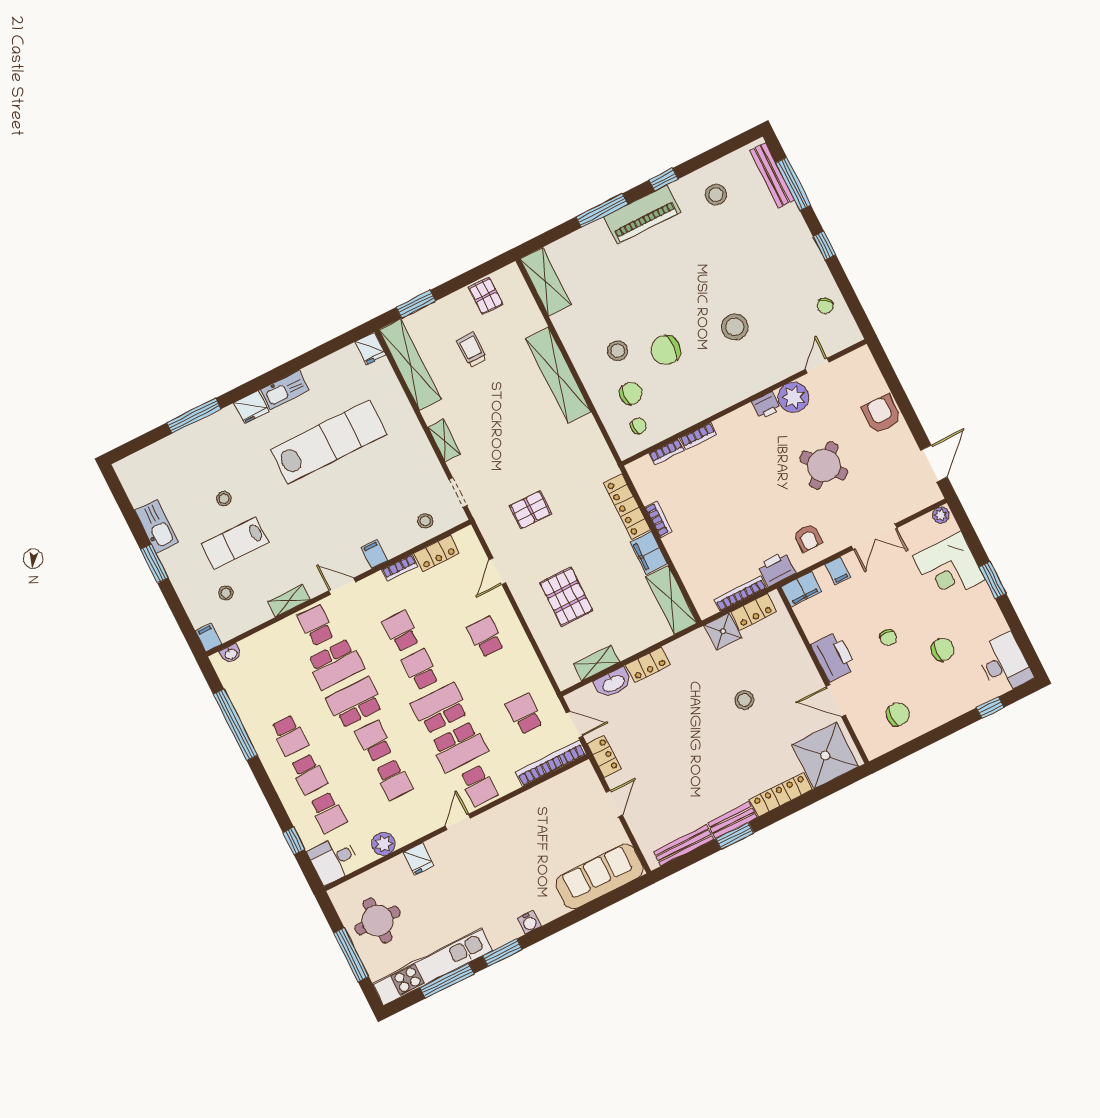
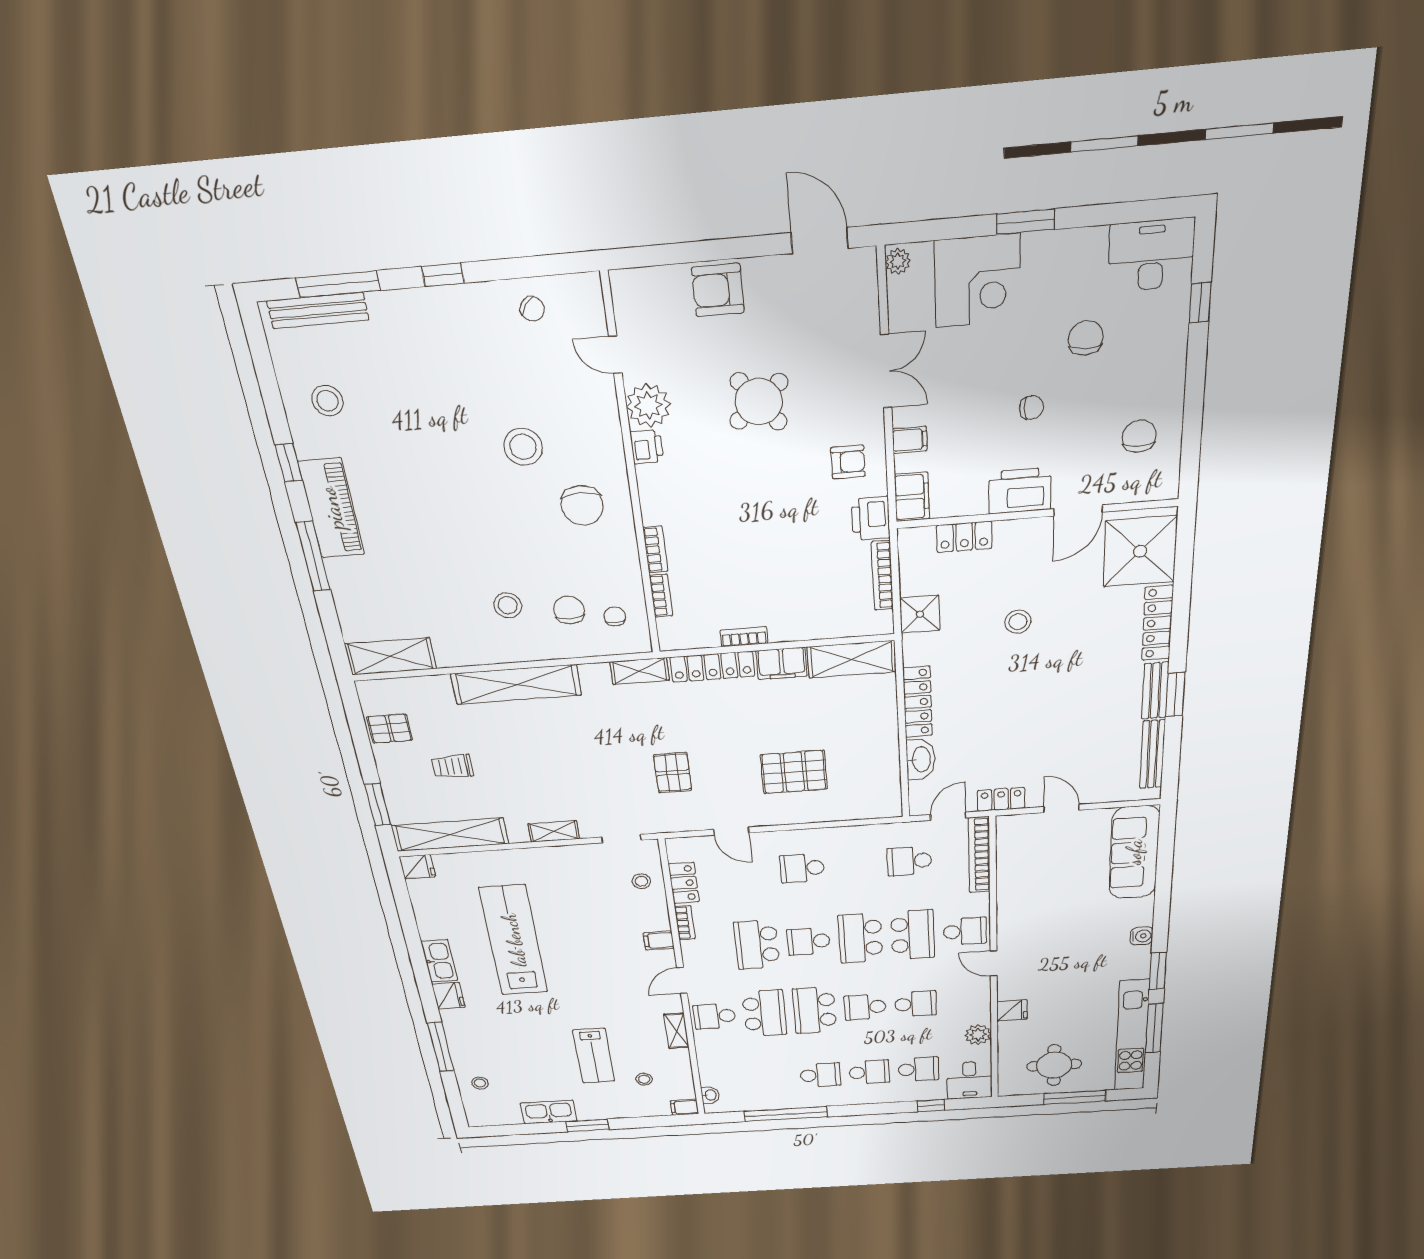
chair: (666, 350) -> (582, 505), moved
stool: (224, 499) -> (480, 1083), moved
locker: (754, 612) -> (964, 537), moved, turned 90
school desk: (401, 631) -> (757, 945), width x1.85
shelving: (596, 663) -> (640, 671), moved, turned 90
locker: (648, 665) -> (918, 702), width x1.53

